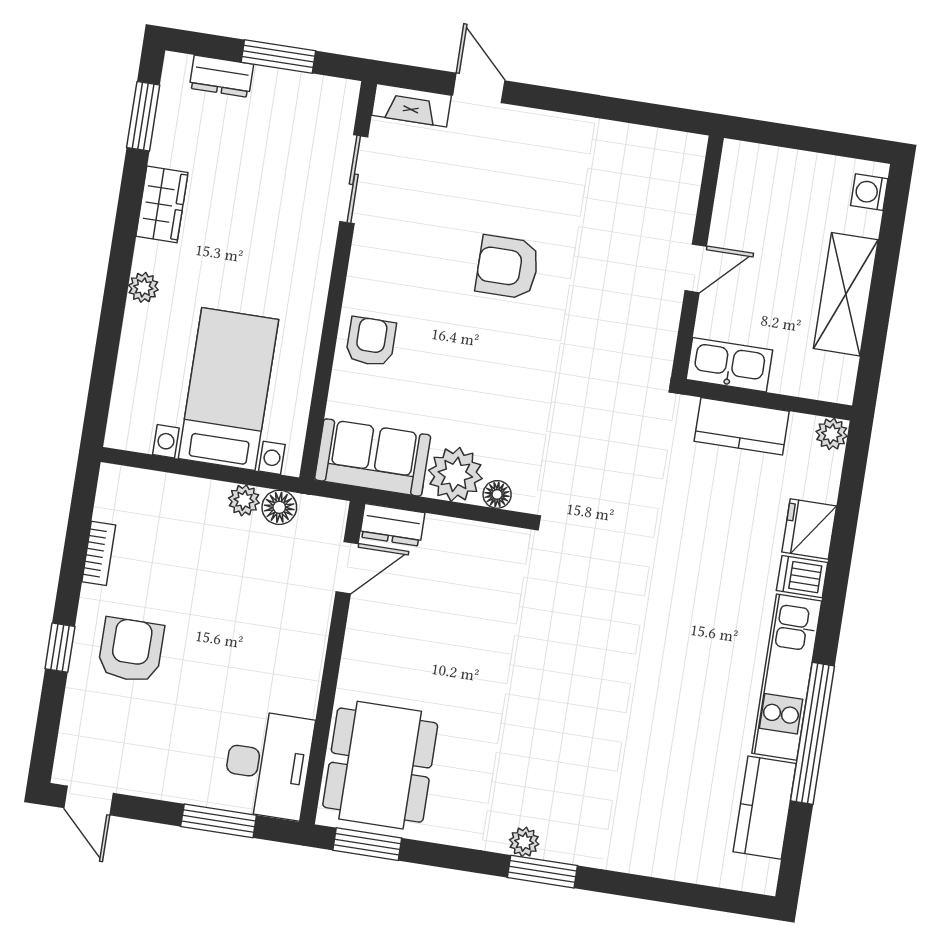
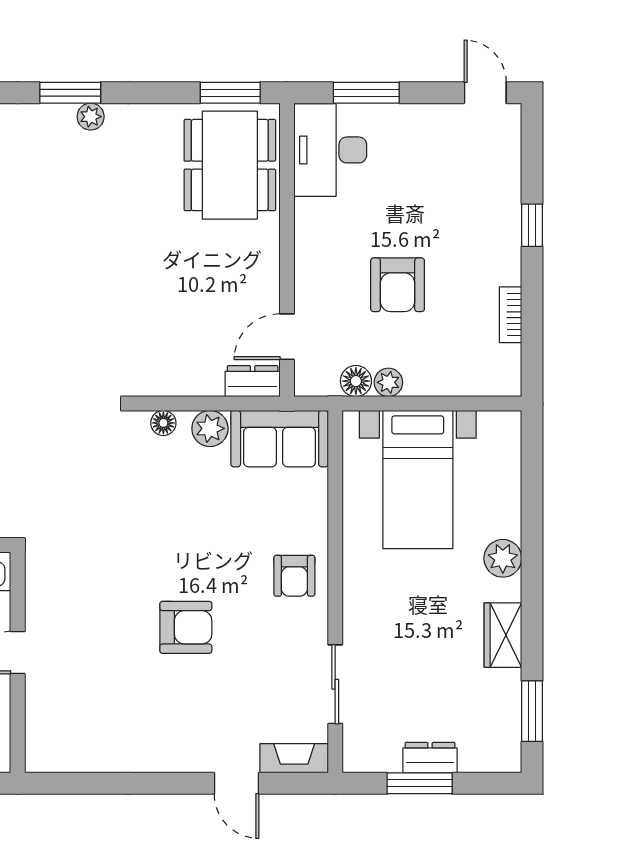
dresser: (221, 76) -> (430, 758), moved
plant: (143, 287) -> (503, 558), width x1.38, depth x1.38
armchair: (371, 342) -> (294, 576), moved
plant: (455, 474) -> (210, 428), width x0.73, depth x0.73
armchair: (131, 650) -> (398, 285), moved

